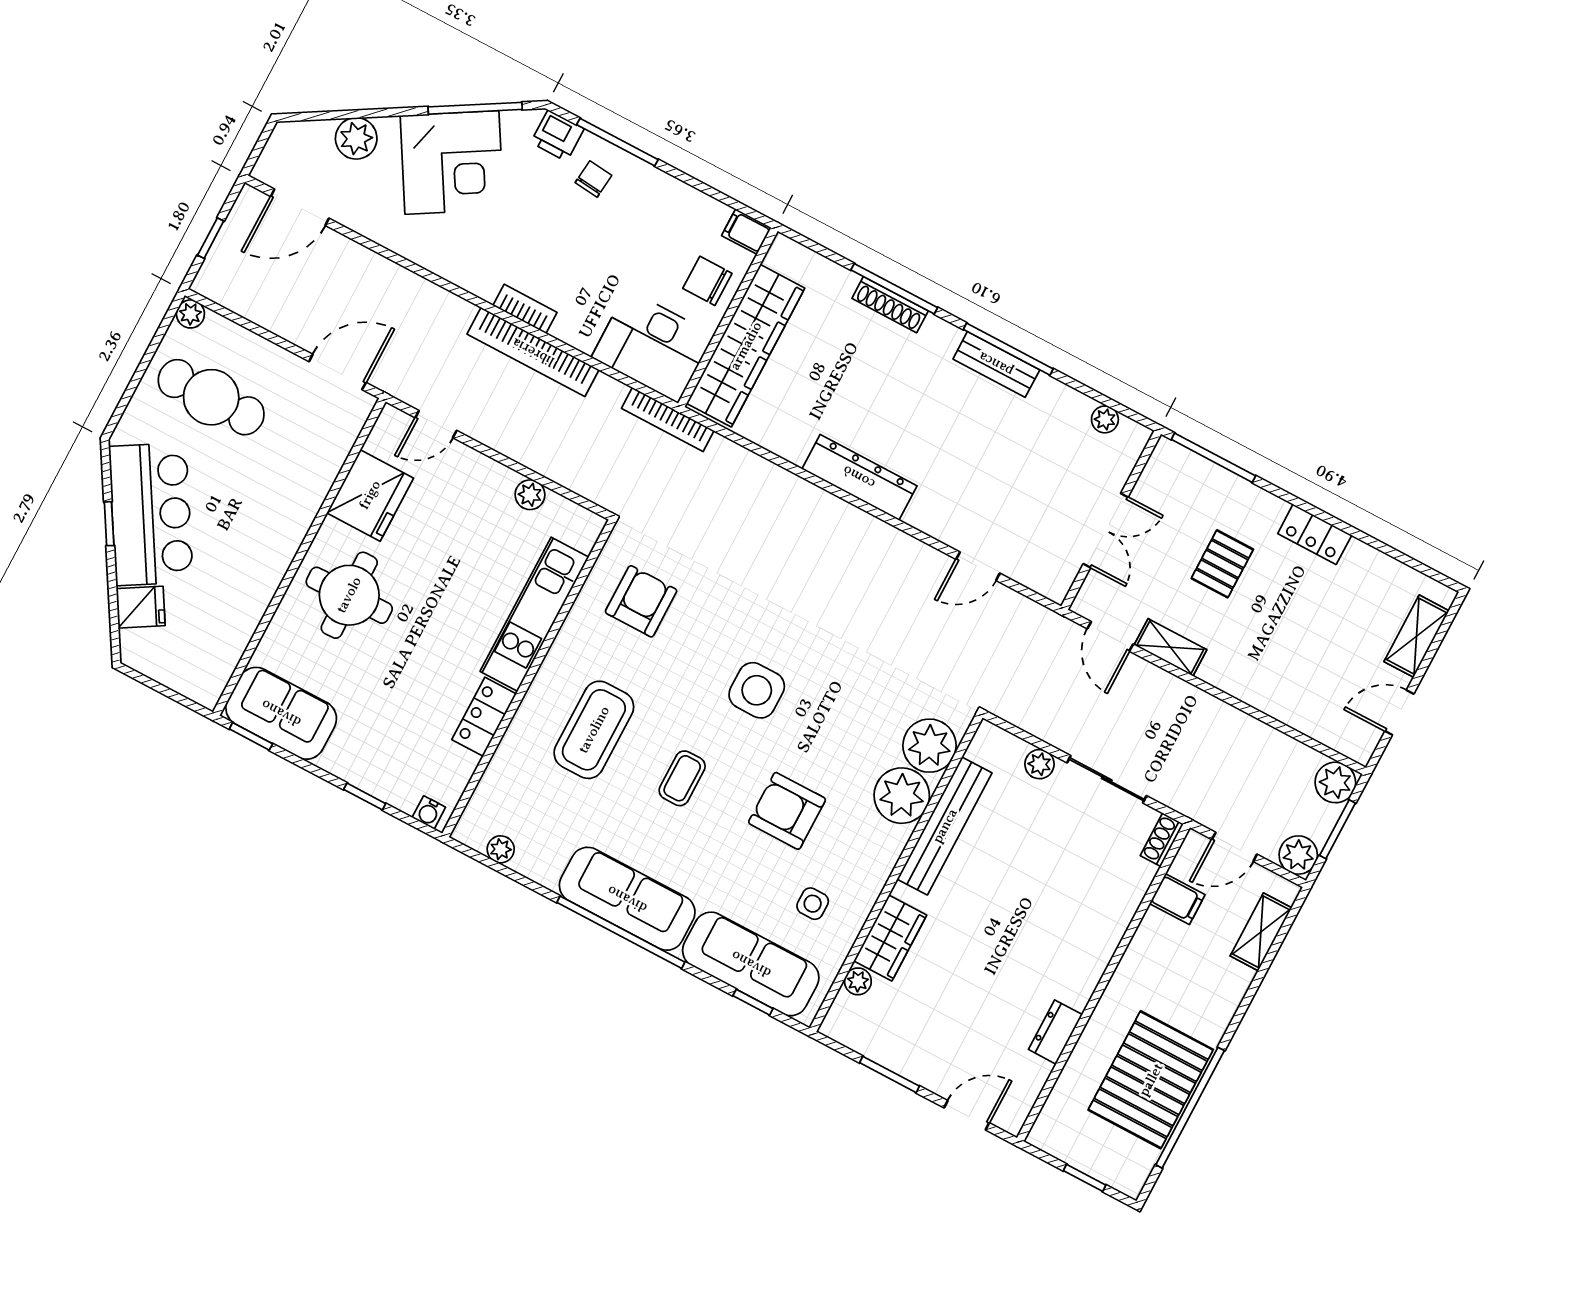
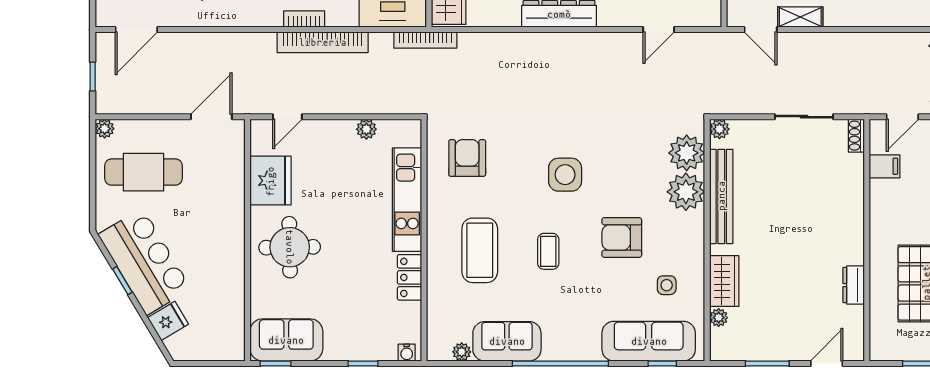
plant: (1039, 764) -> (719, 129), moved
sofa: (627, 899) -> (507, 341), moved, width x0.73

